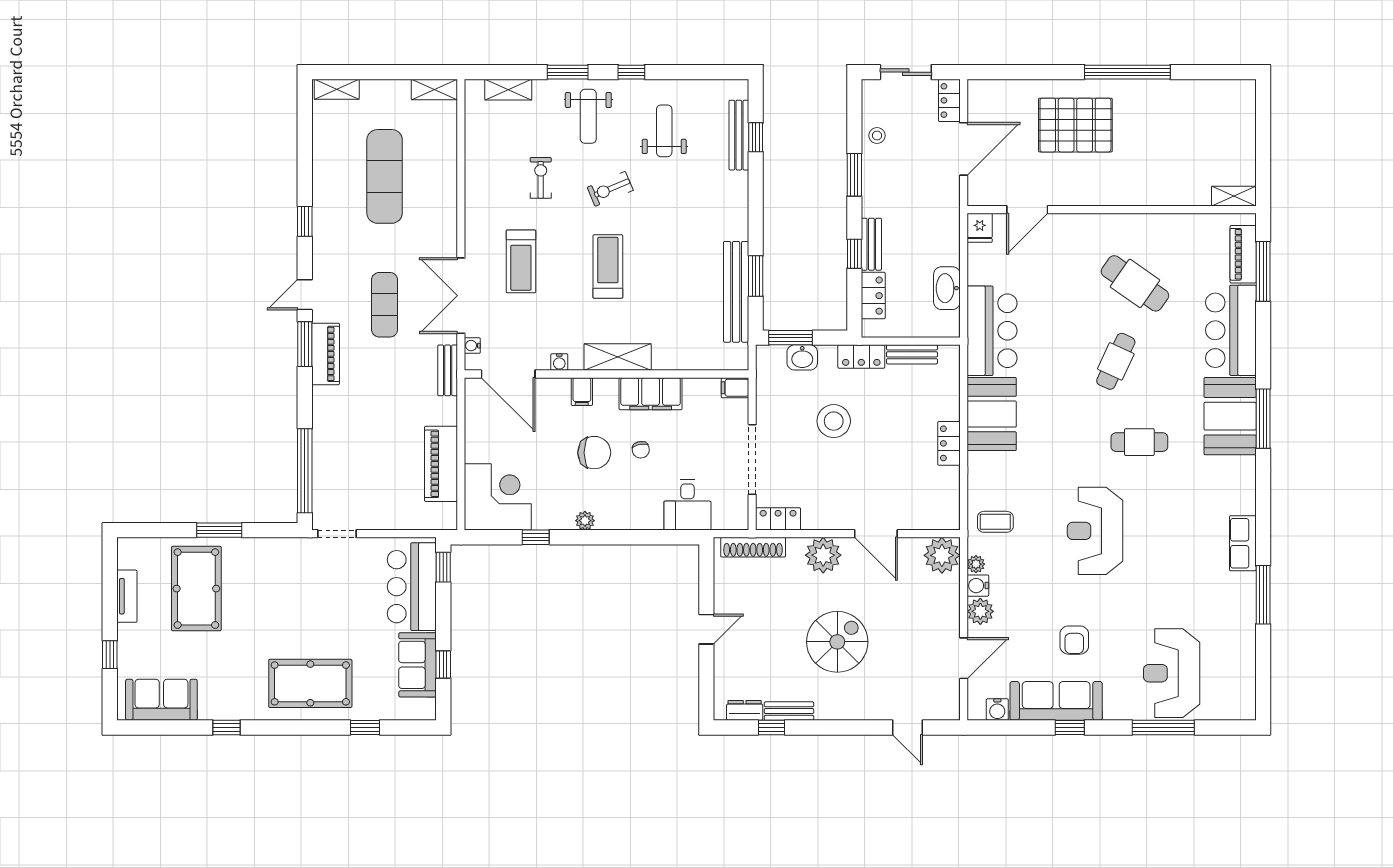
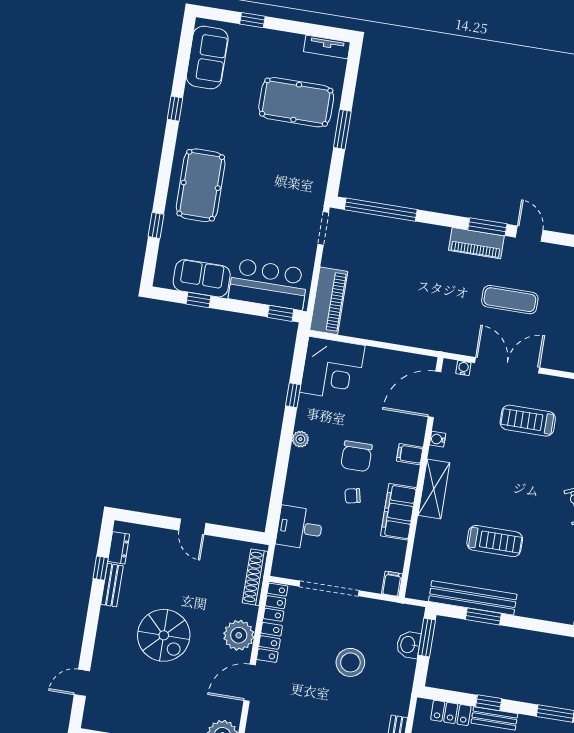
treadmill: (608, 266) -> (495, 541), moved
locker: (861, 356) -> (269, 642), moved, turned 180
bench: (448, 370) -> (446, 344), removed
piano: (441, 464) -> (329, 301), moved, turned 90
tv unit: (127, 596) -> (327, 47), moved

